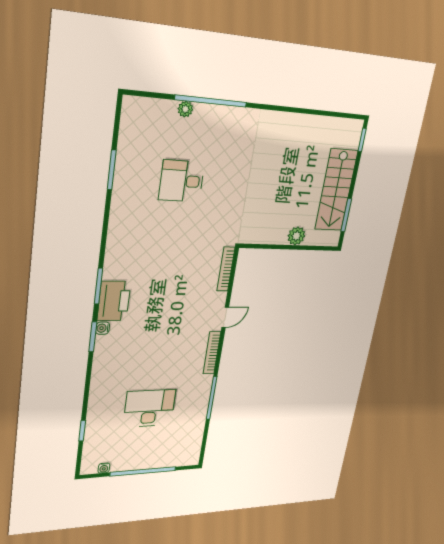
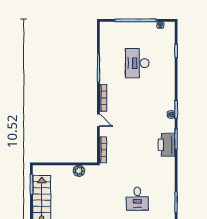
desk: (182, 181) -> (137, 199), turned 90
plant: (296, 236) -> (79, 171), moved
printer: (114, 301) -> (167, 145), moved
door: (225, 317) -> (98, 120), swing flipped
desk: (149, 408) -> (137, 63), turned 90

